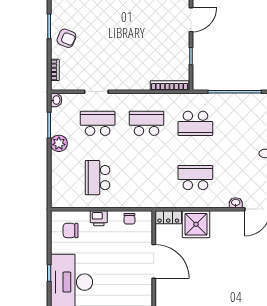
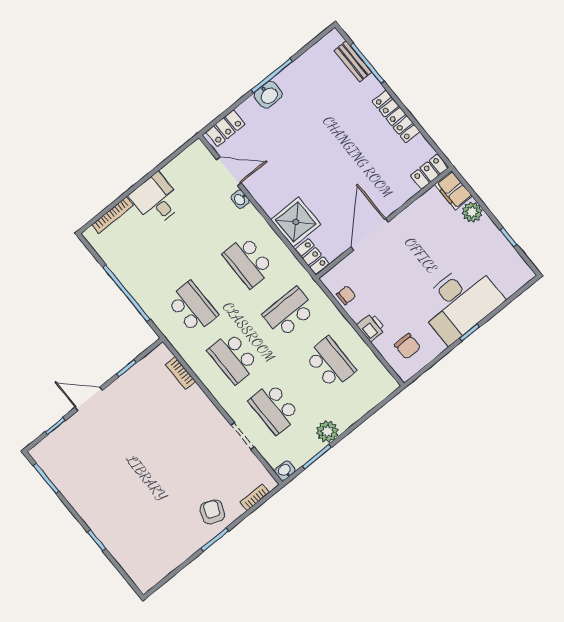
bookcase: (169, 85) -> (180, 373), width x0.64
school desk: (98, 178) -> (330, 363), turned -90
school desk: (146, 178) -> (289, 312), added

